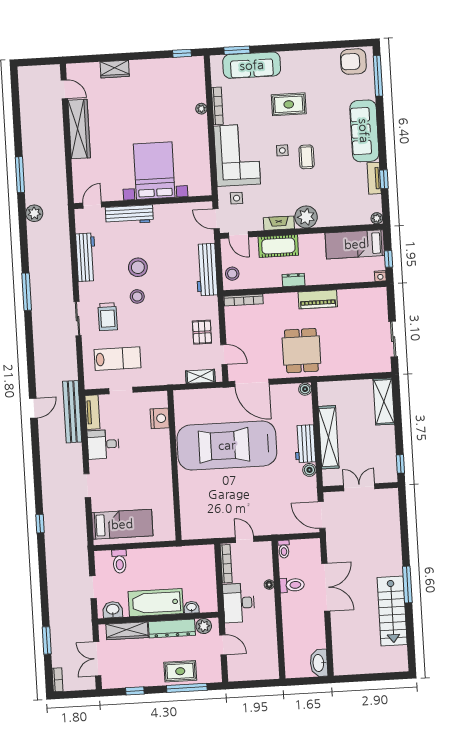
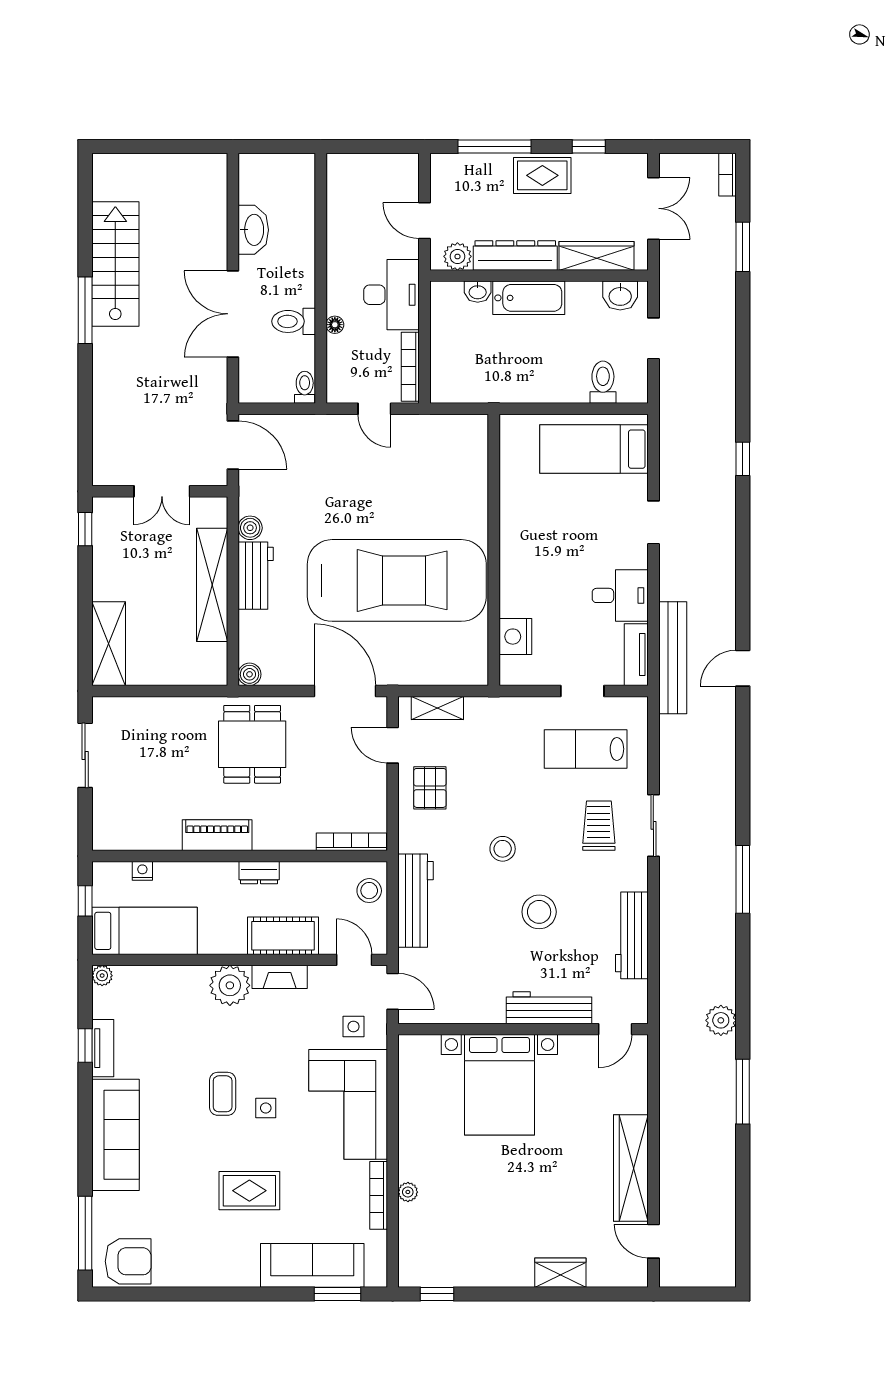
nightstand: (380, 276) -> (142, 871), moved
stool: (137, 296) -> (503, 849), moved
bathtub: (156, 603) -> (529, 298), width x0.73, depth x0.73
washbasin: (319, 663) -> (253, 230), moved
rug: (180, 671) -> (542, 175), moved

